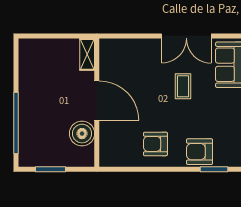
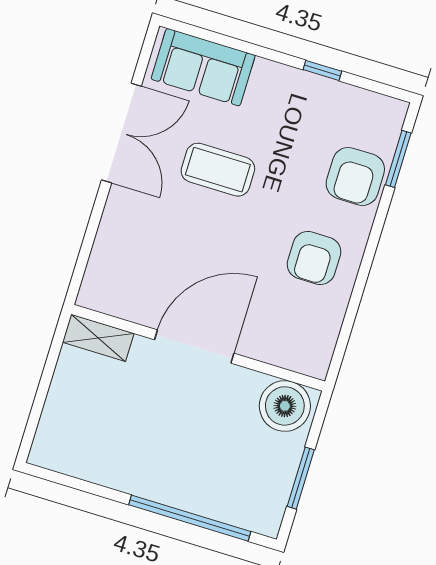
coffee table: (183, 86) -> (218, 170), width x1.36, depth x1.30
boiler: (82, 134) -> (285, 406), moved

